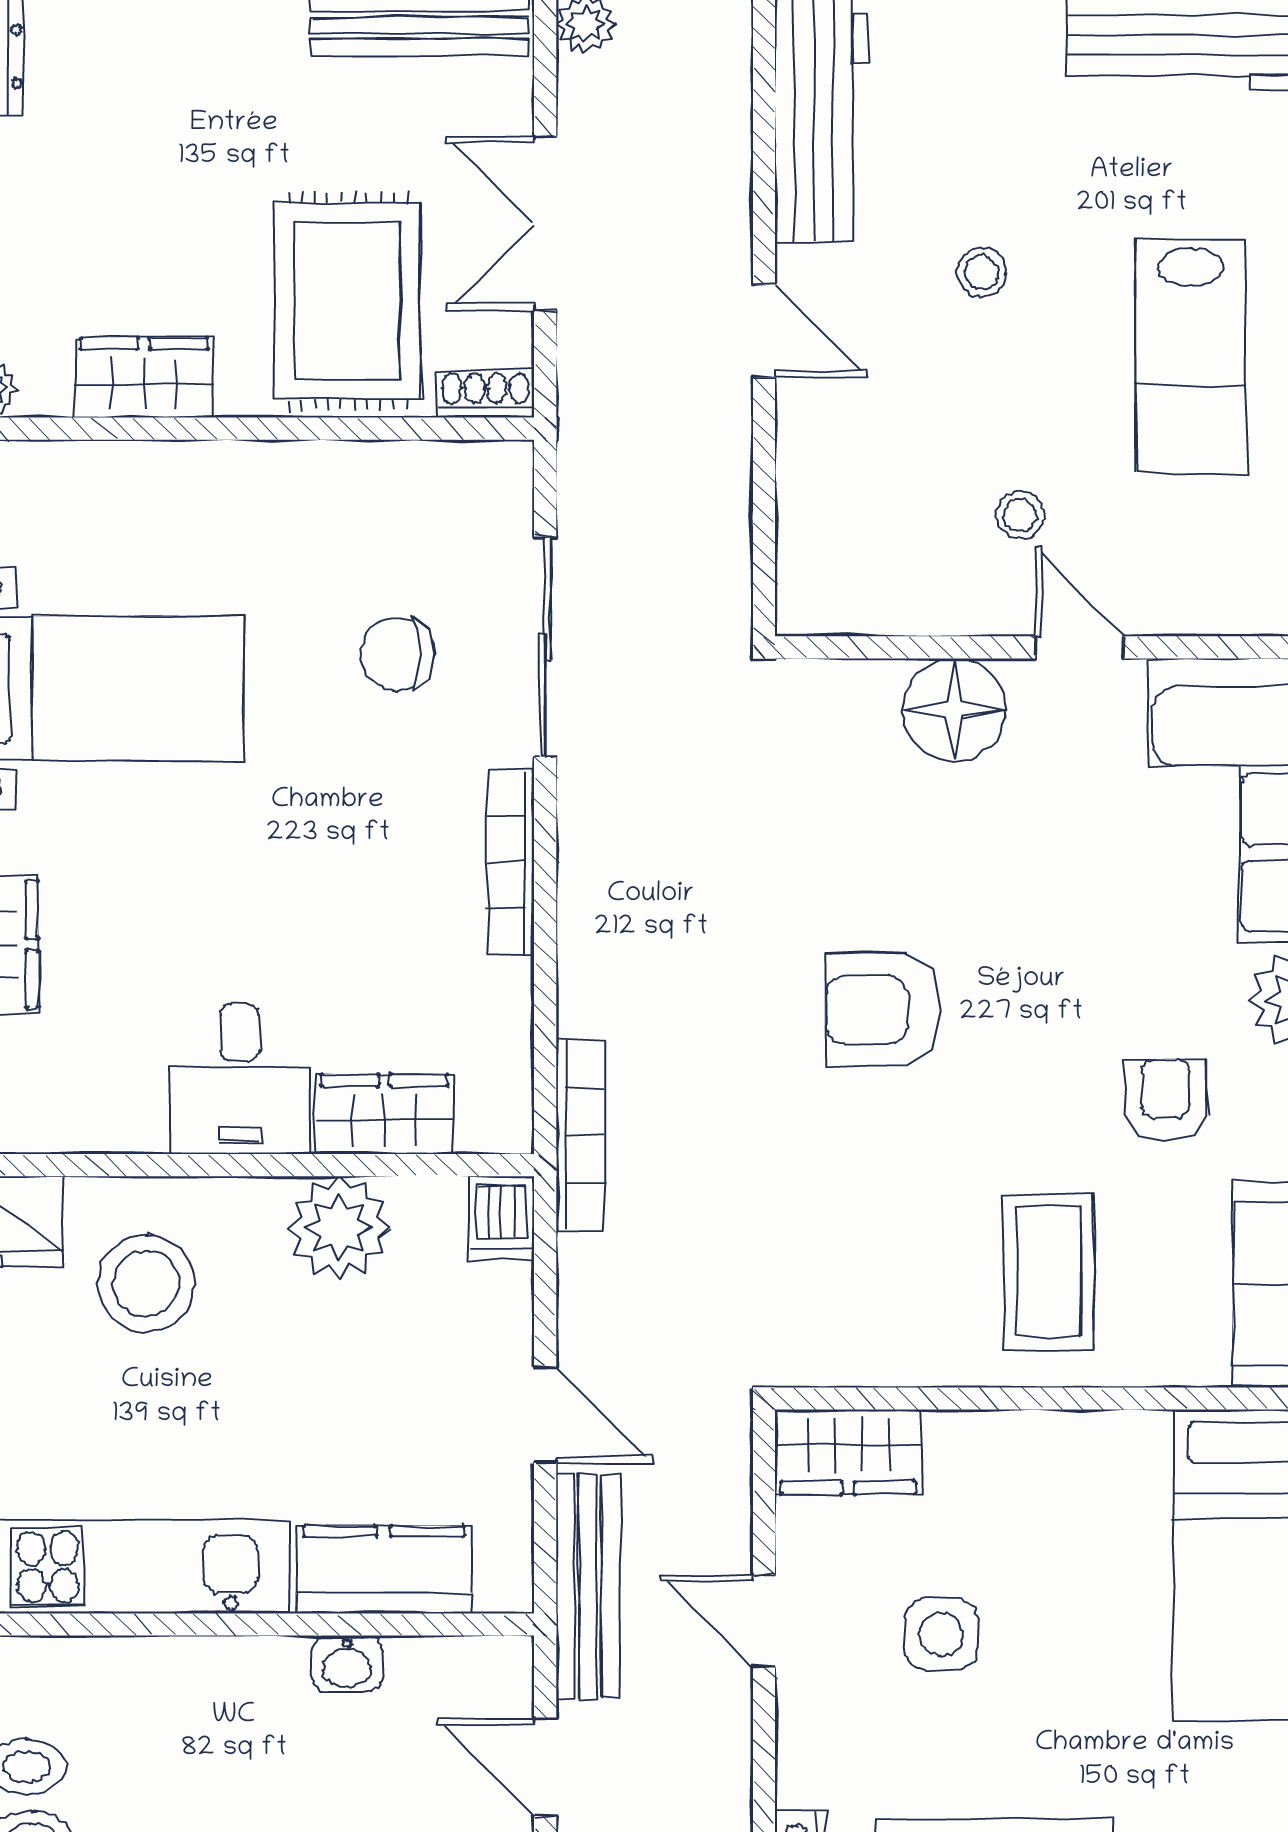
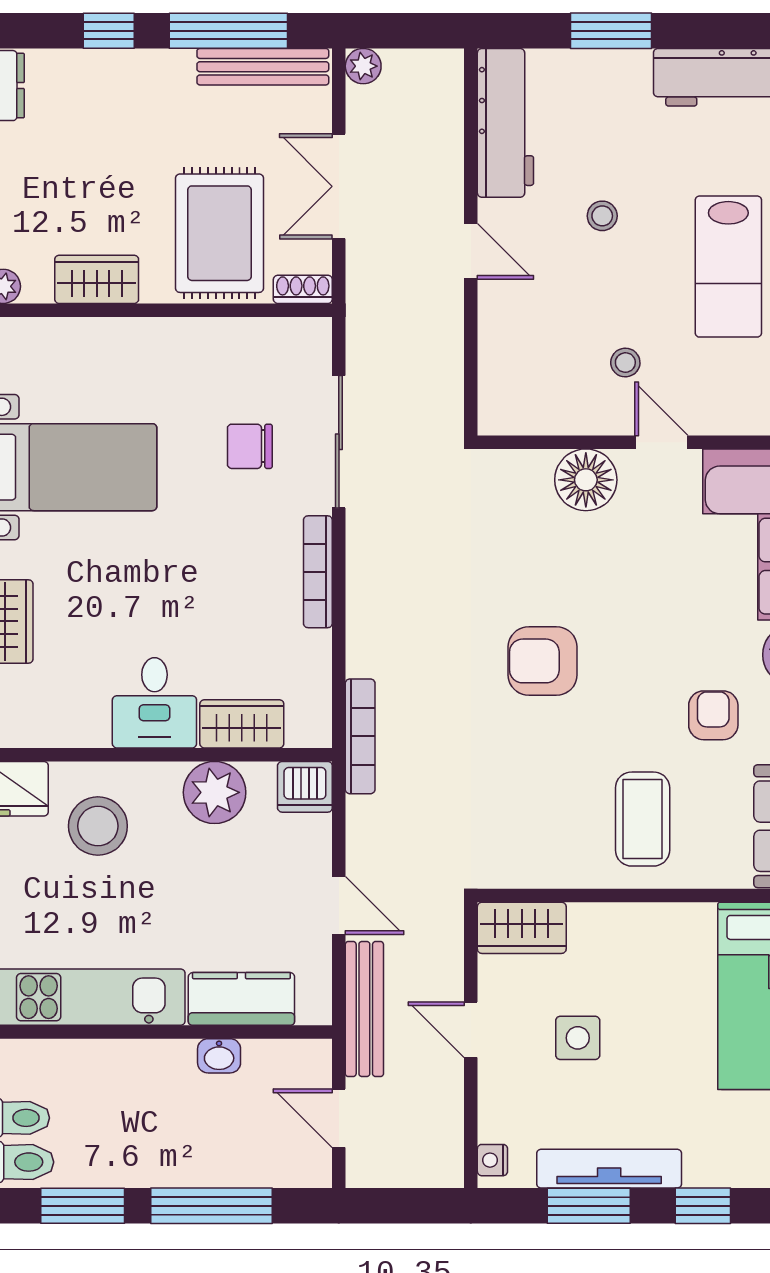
dishwasher: (501, 1218) -> (305, 787), width x1.38

